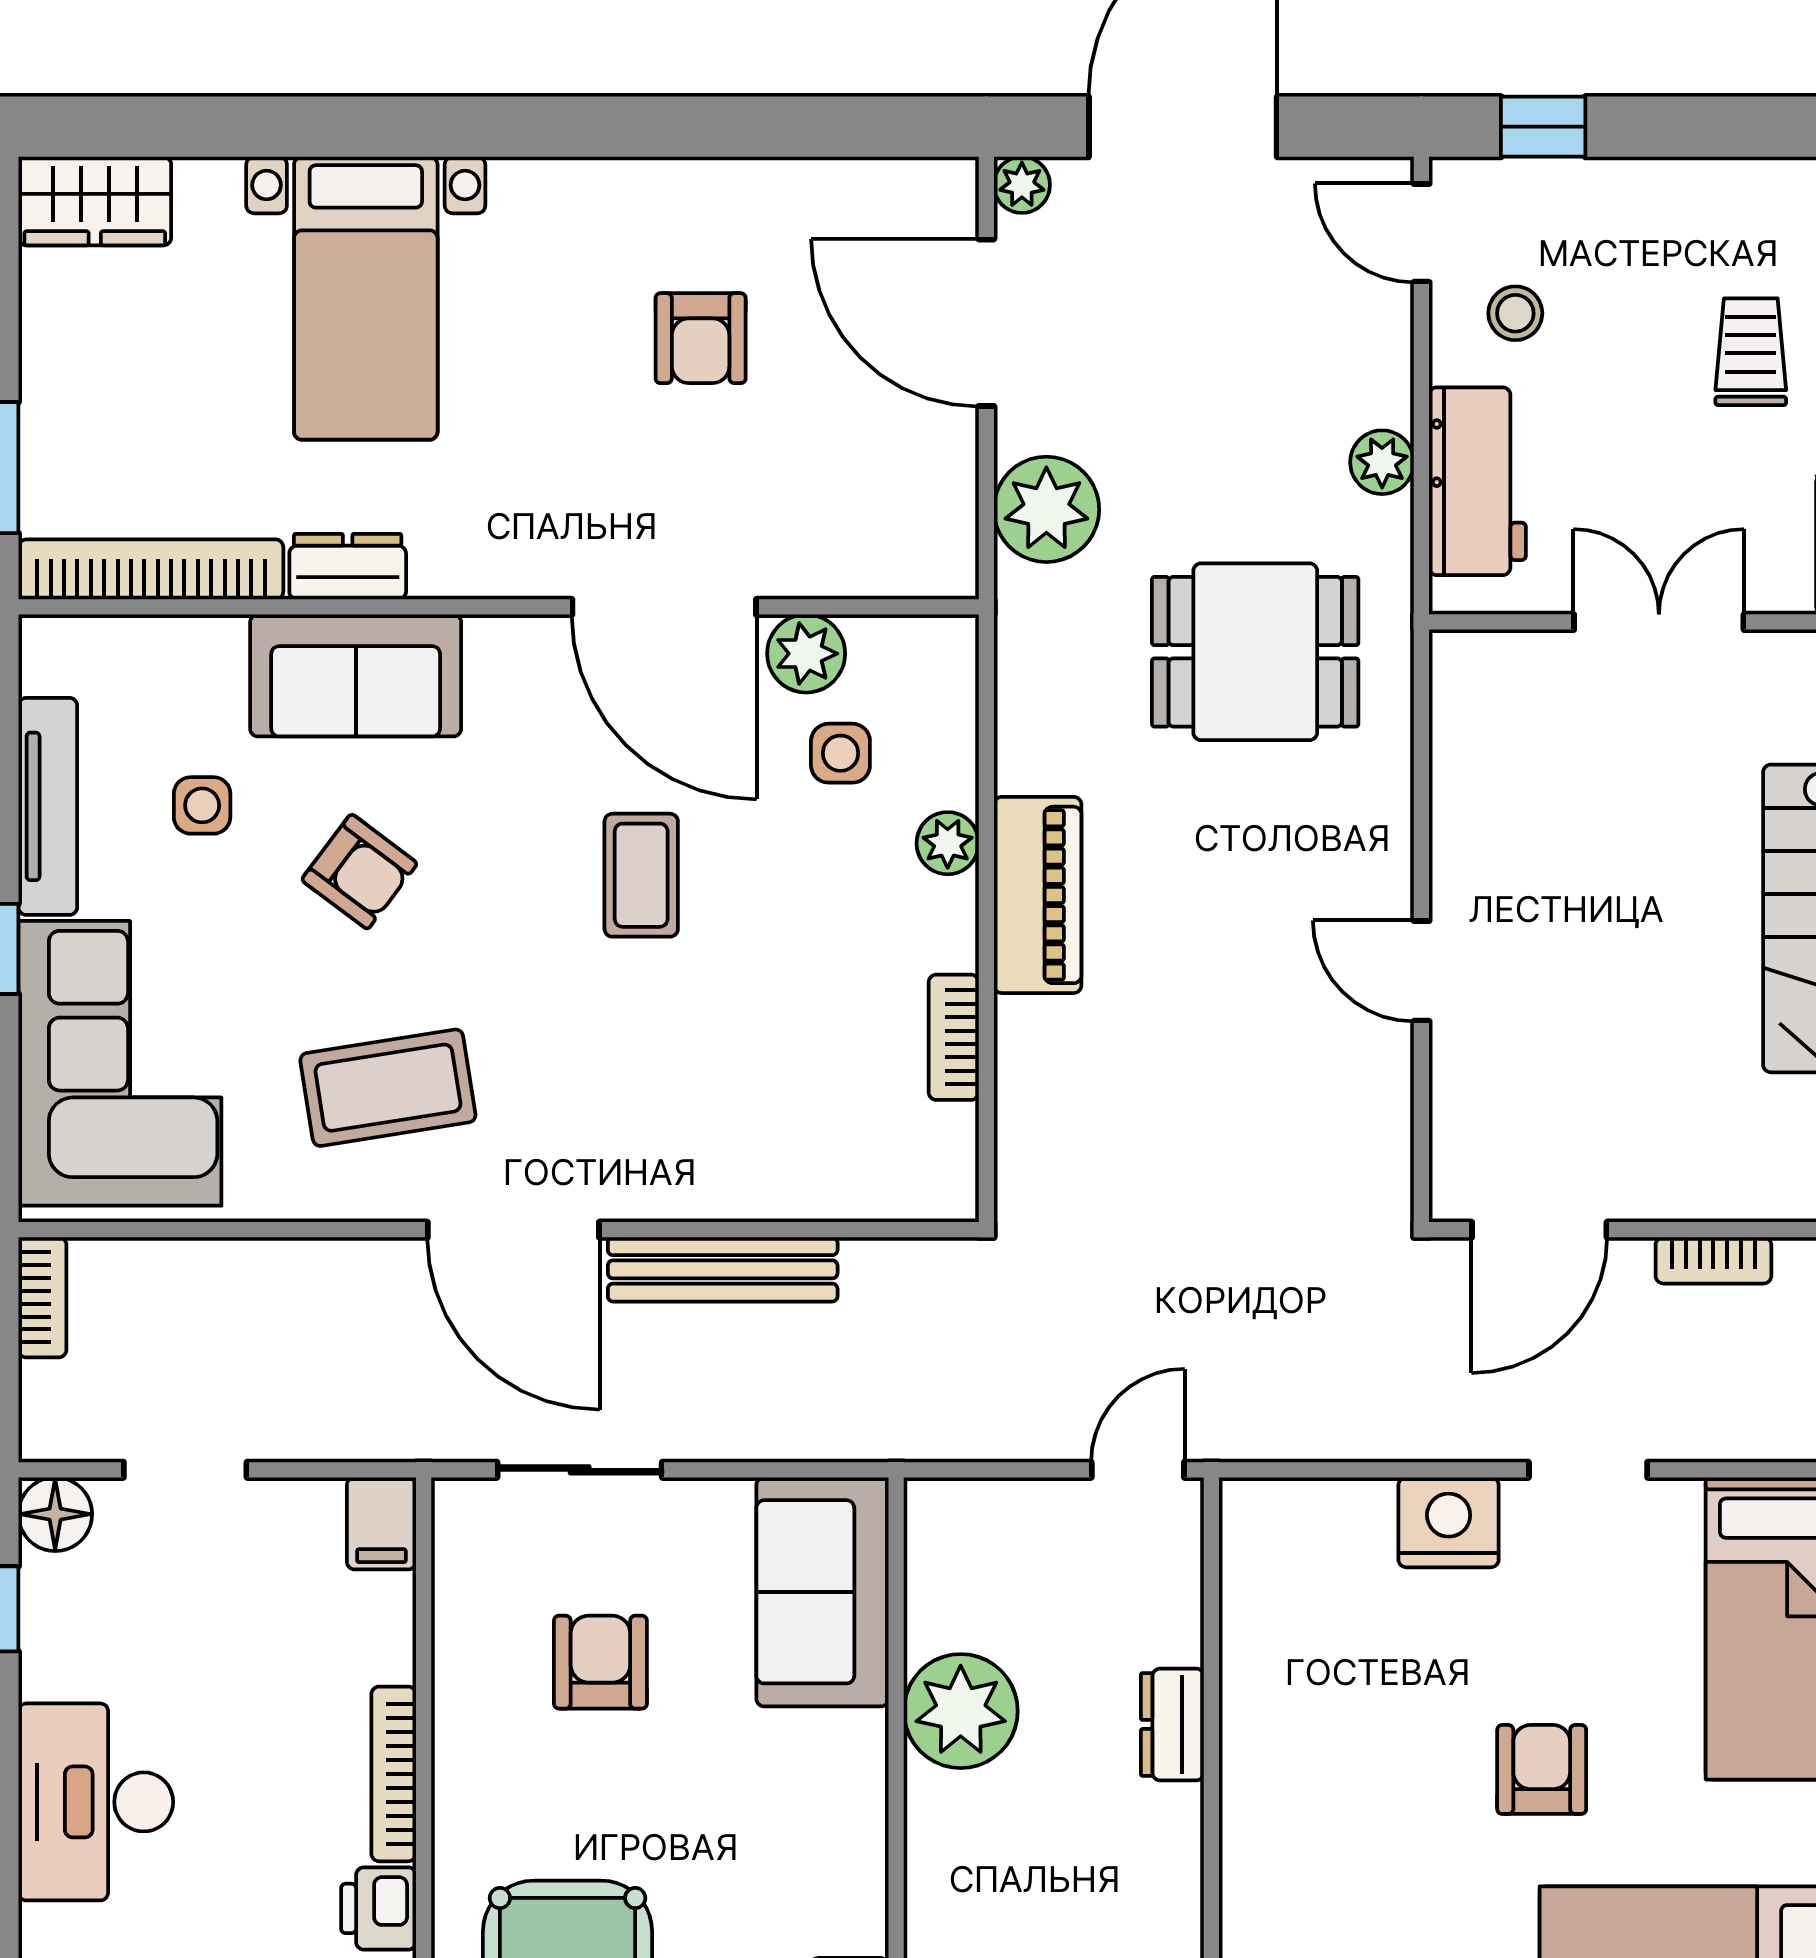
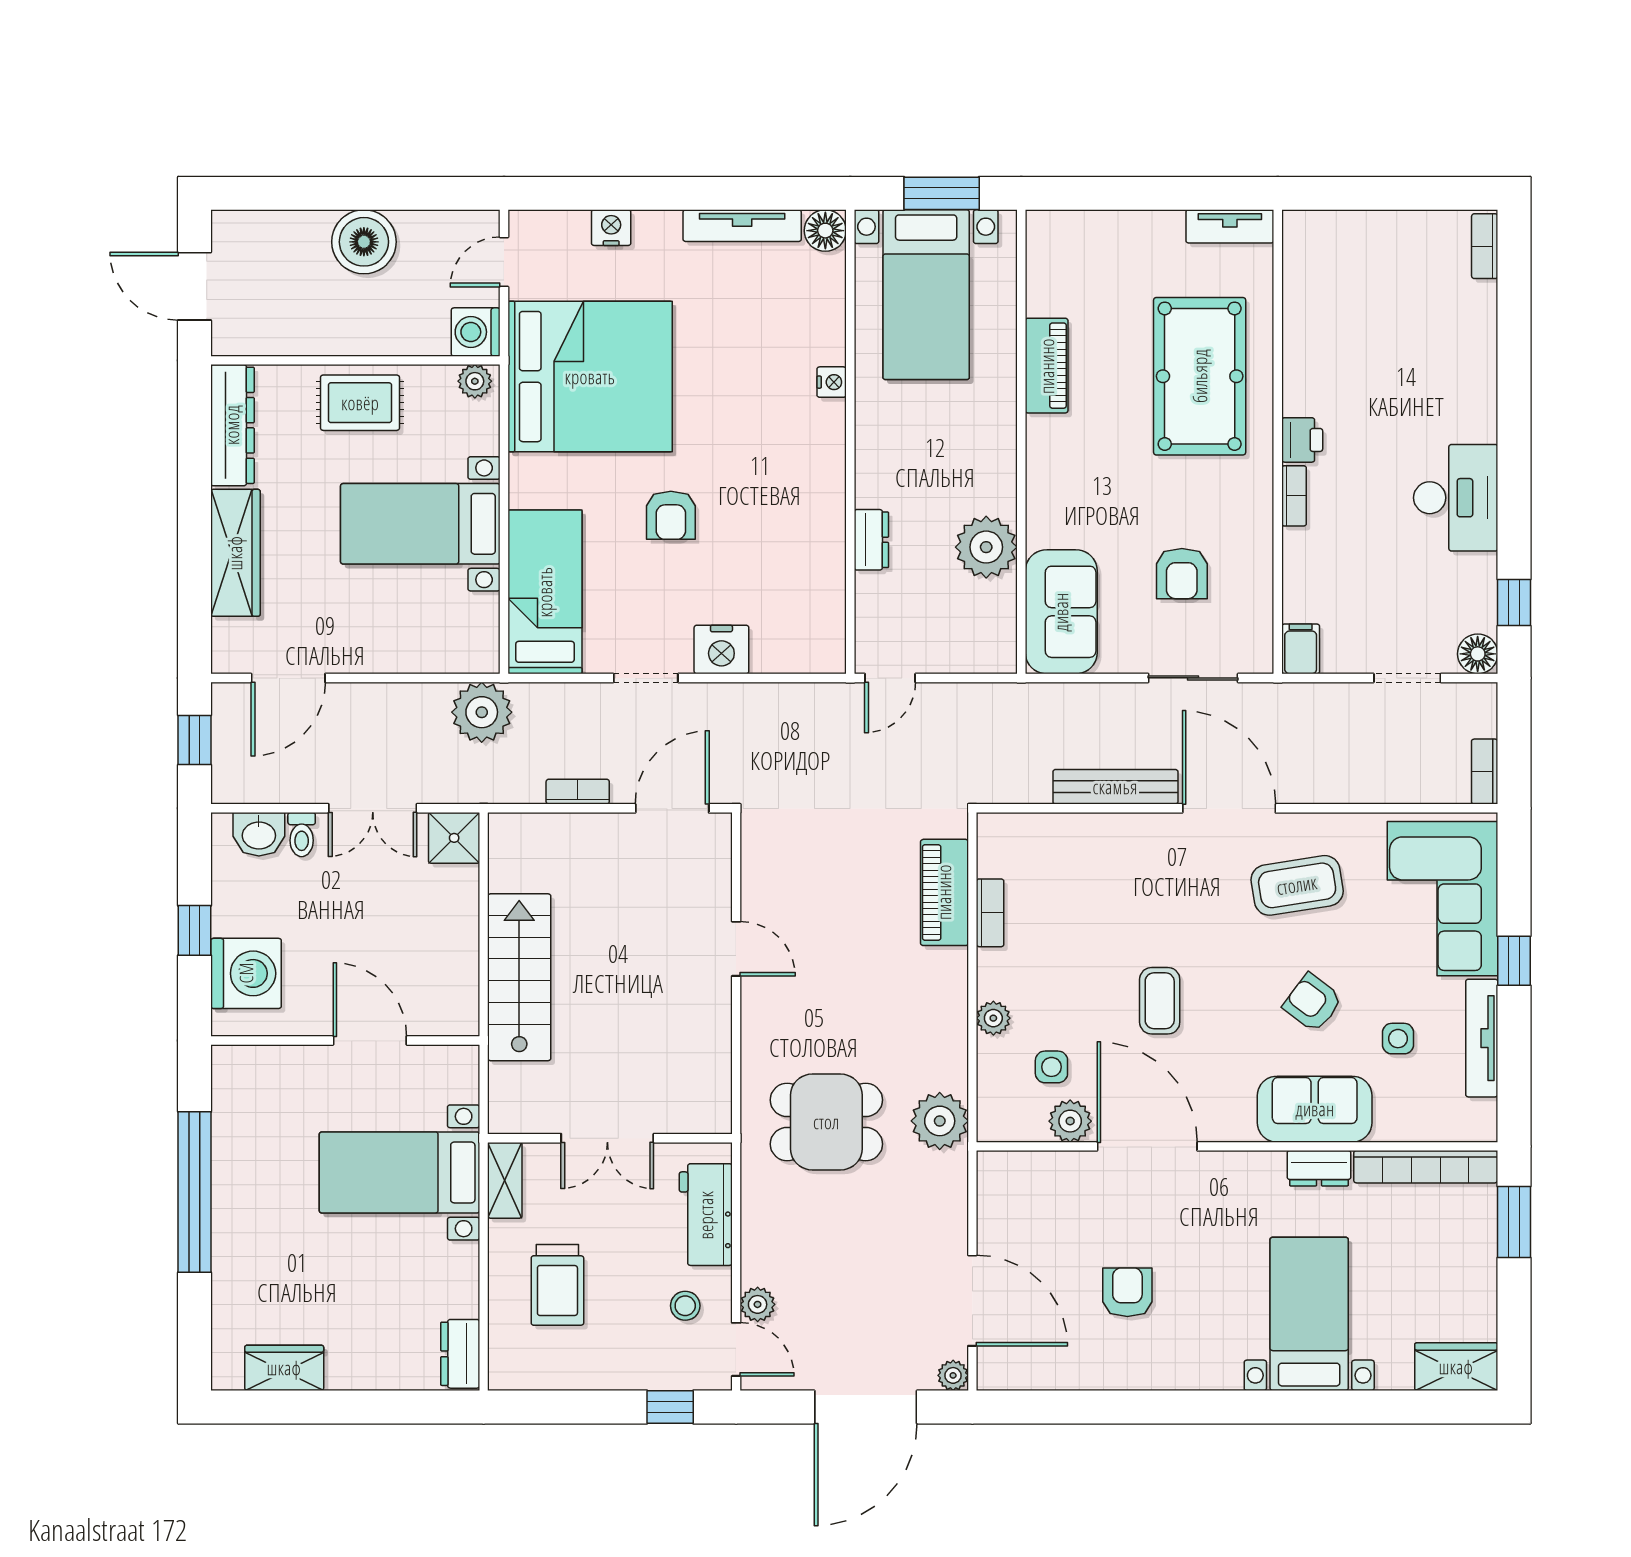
trolley: (1751, 352) -> (557, 1285), width x1.36, depth x1.39
plant: (1382, 462) -> (758, 1304), moved
plant: (1046, 509) -> (940, 1121), moved
piano: (1038, 895) -> (944, 892), moved
bookcase: (394, 1774) -> (1294, 496), width x0.64

